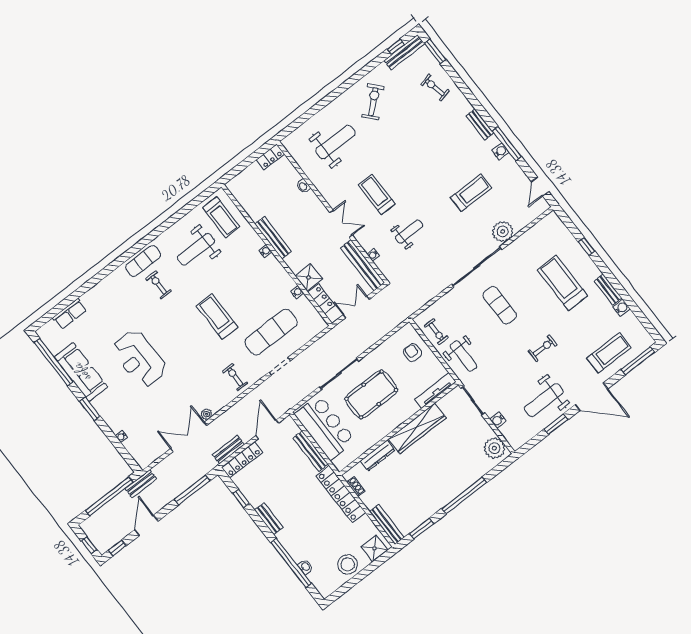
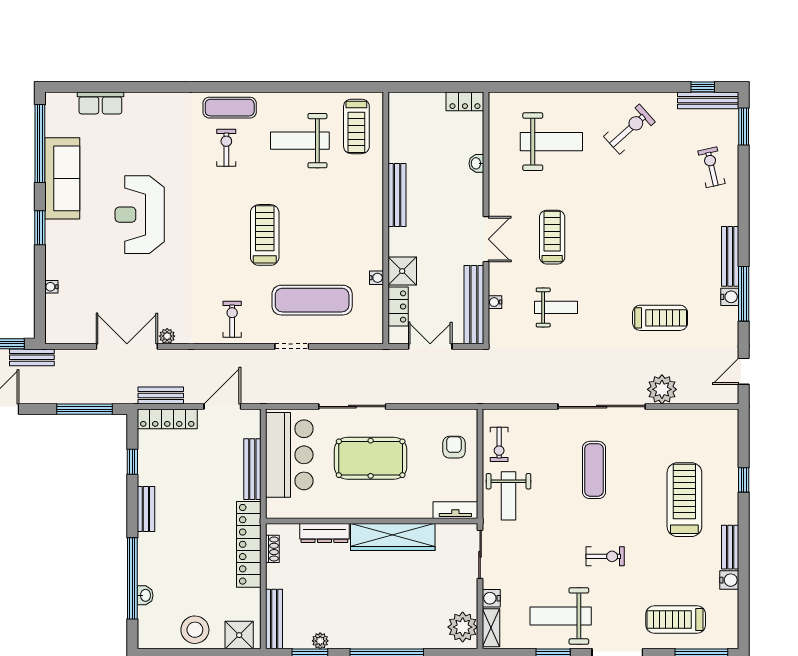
bench: (480, 124) -> (730, 256), width x1.36
water cooler: (265, 251) -> (377, 204), removed
treadmill: (609, 353) -> (676, 620), turned 180
tv unit: (435, 391) -> (455, 510), width x0.71
shelving: (510, 436) -> (491, 628), added
plant: (422, 517) -> (320, 641), added

